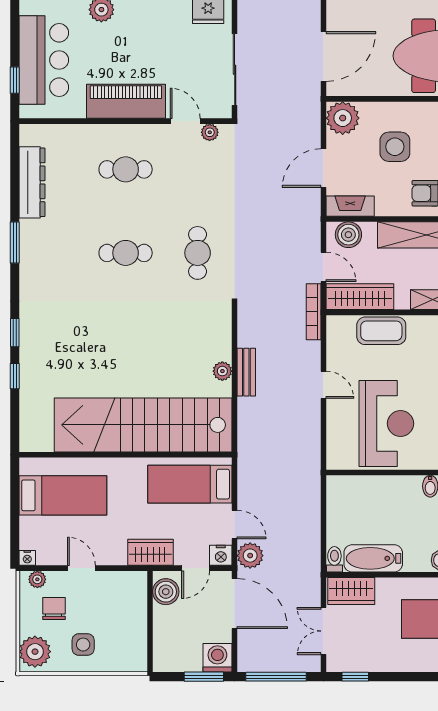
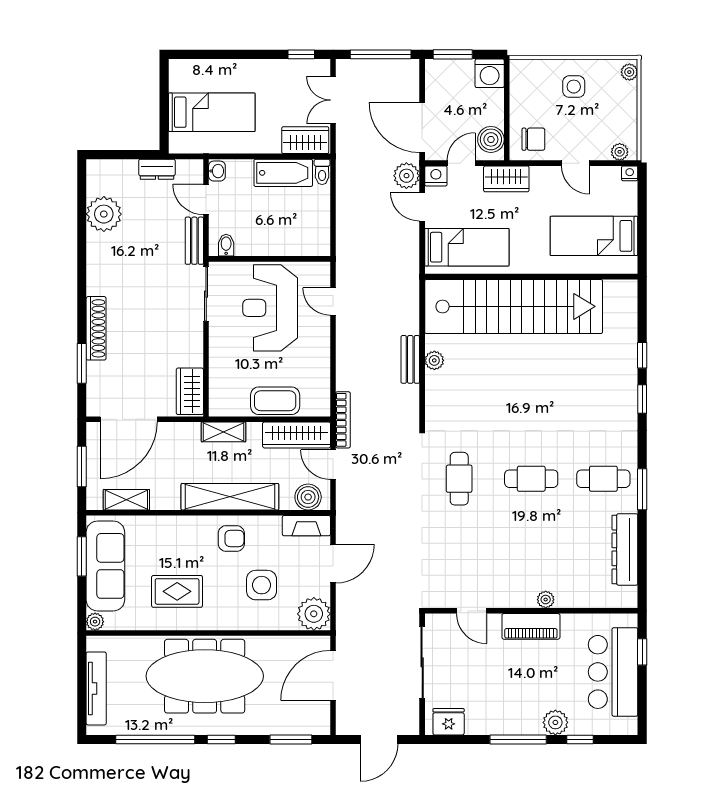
piano: (126, 101) -> (531, 626), width x0.73, depth x0.75
plant: (210, 132) -> (546, 600), moved
cafe table: (126, 169) -> (603, 479), moved
door: (323, 385) -> (333, 302), moved
chair: (54, 608) -> (533, 139), moved, turned -90
double door: (323, 631) -> (333, 100), swing flipped
plant: (35, 652) -> (629, 72), width x0.53, depth x0.53
washing machine: (217, 658) -> (490, 73), moved

